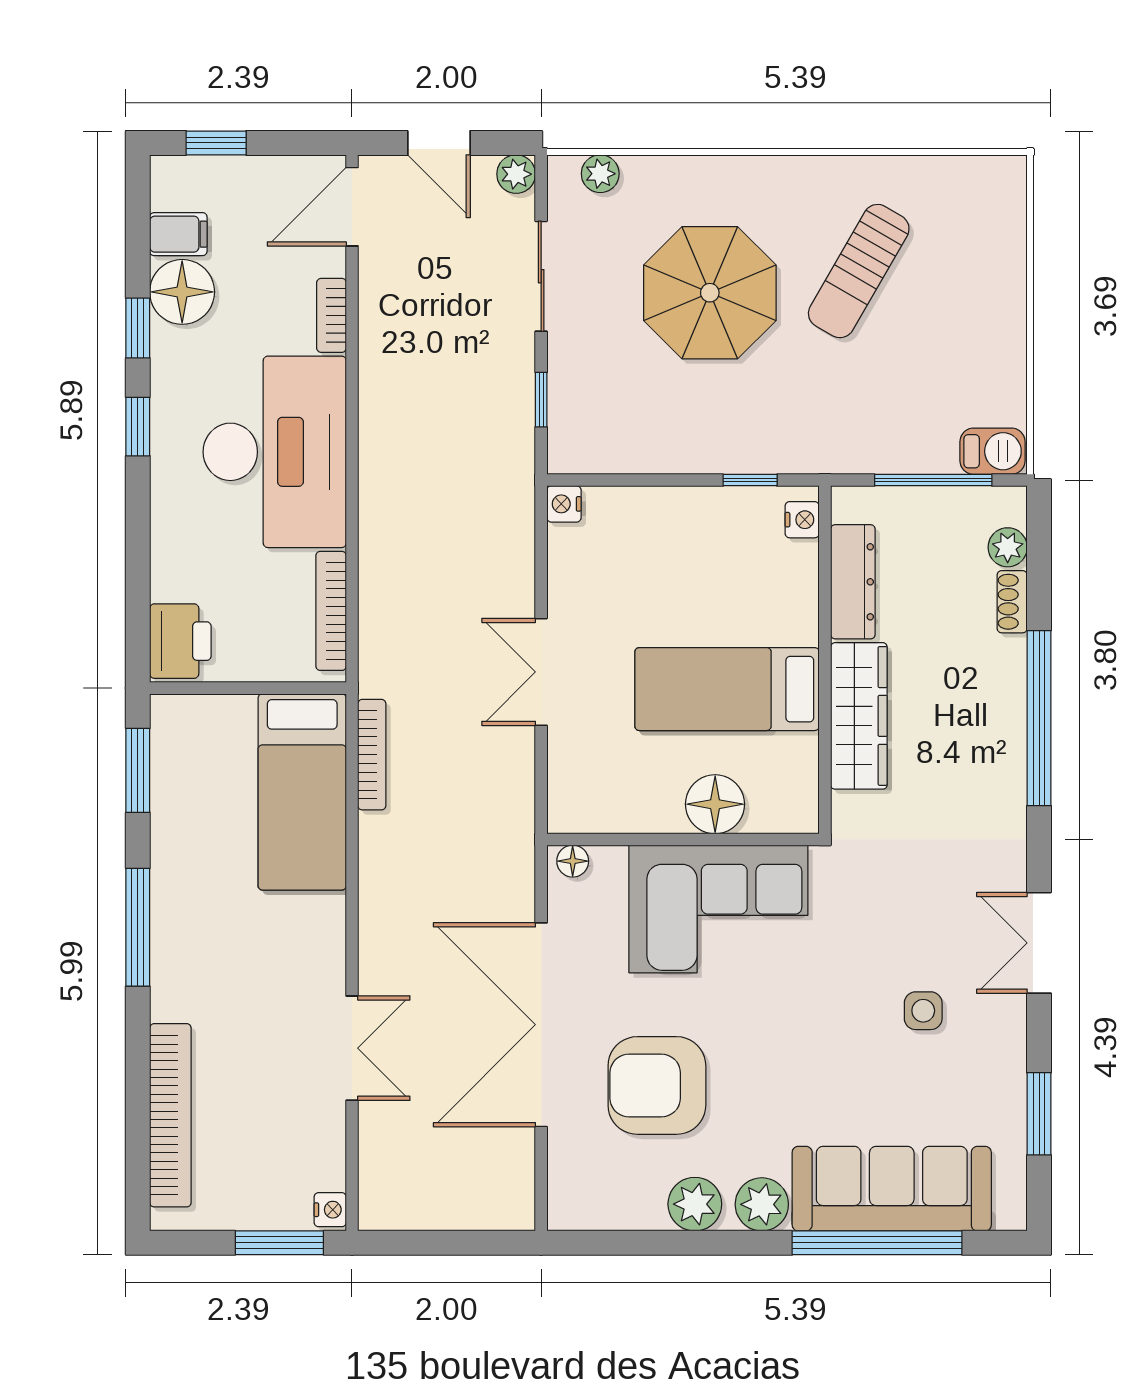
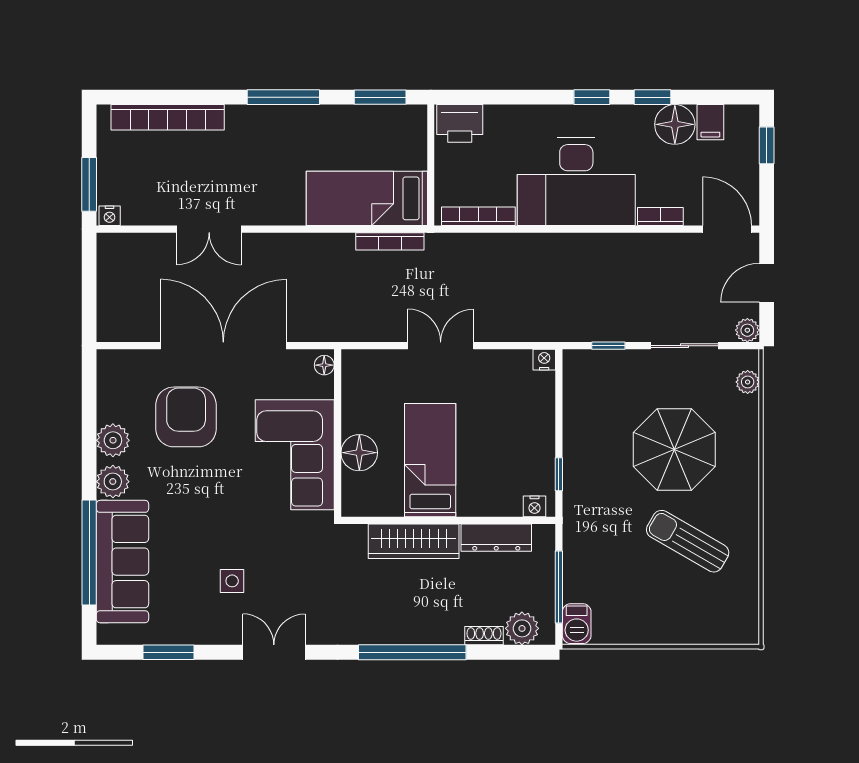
plant: (1008, 547) -> (522, 628), width x1.38, depth x1.38

